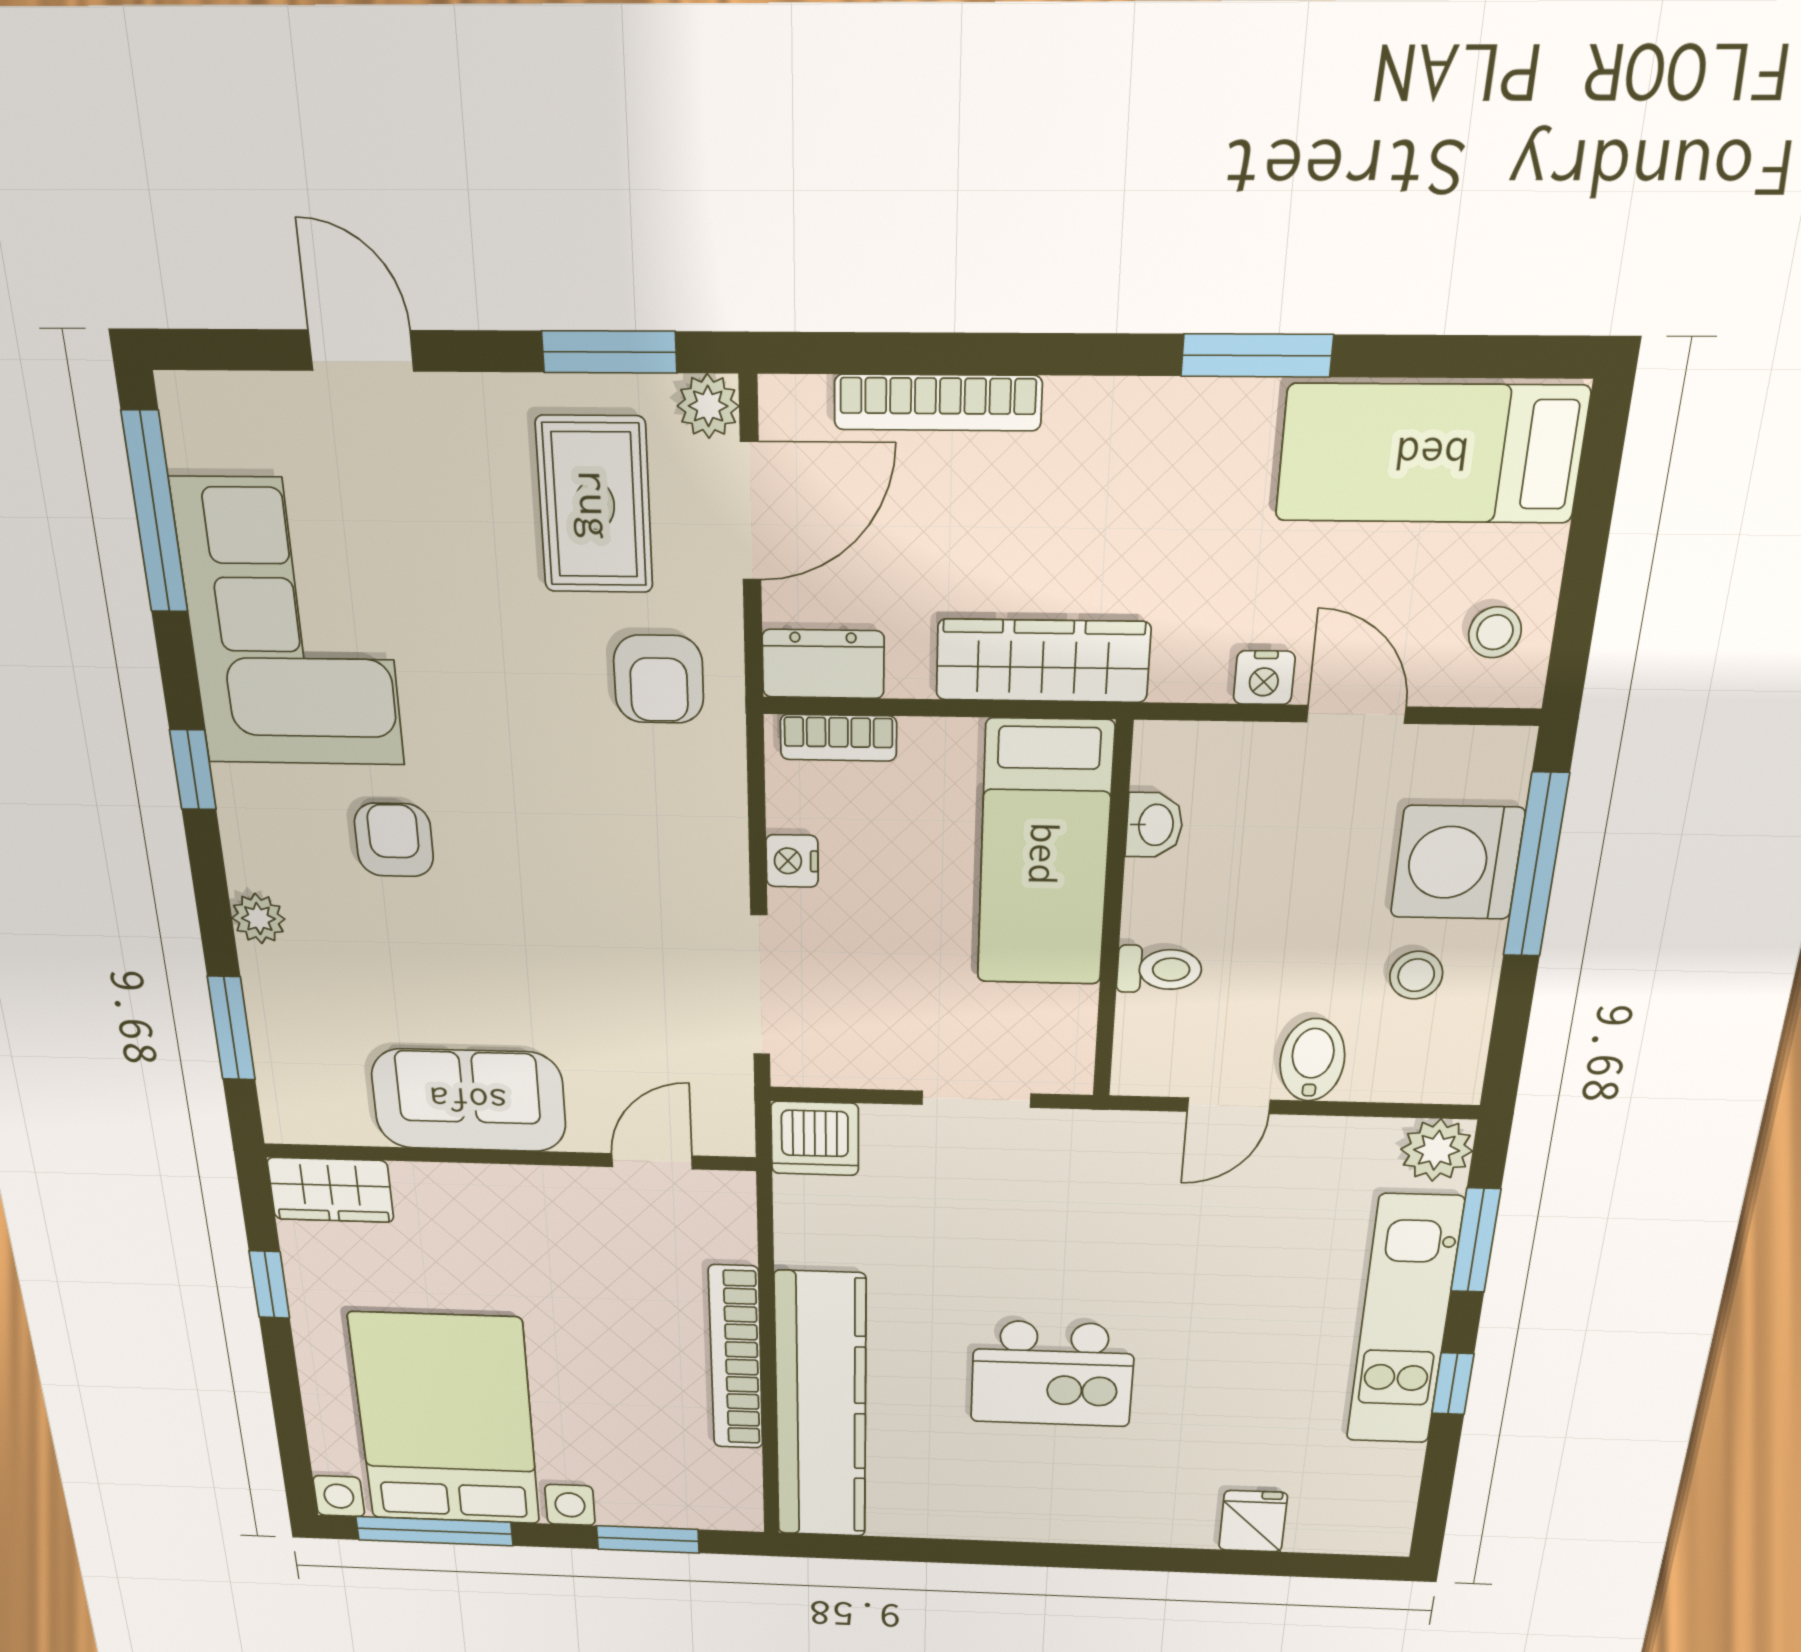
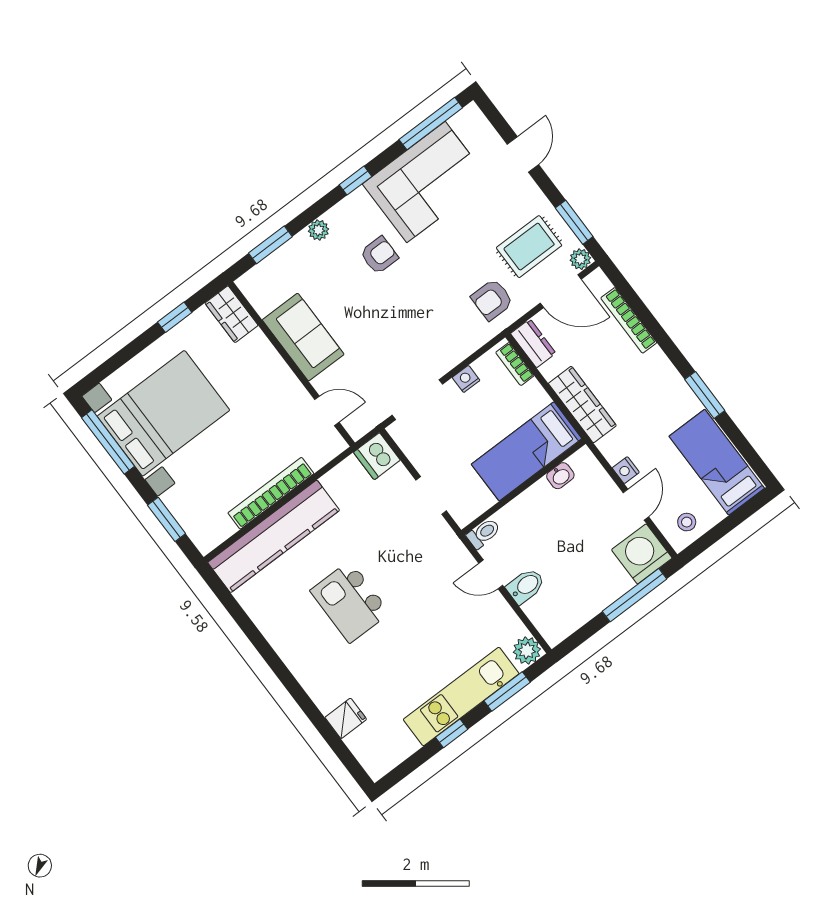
washing machine: (1457, 863) -> (642, 554), moved
toilet: (1159, 969) -> (484, 533), moved, turned -90
stool: (1416, 975) -> (576, 592), removed

